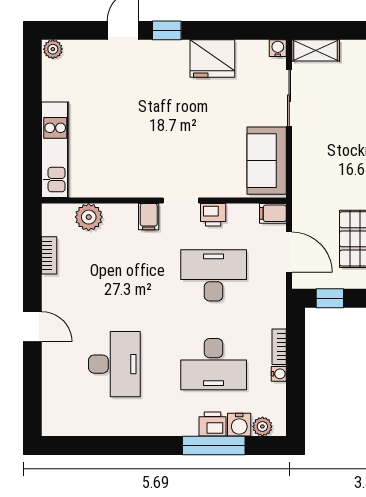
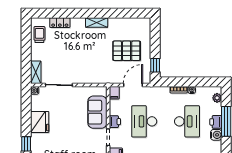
sofa: (267, 161) -> (97, 112), moved, turned 90
water cooler: (239, 425) -> (216, 135), moved

